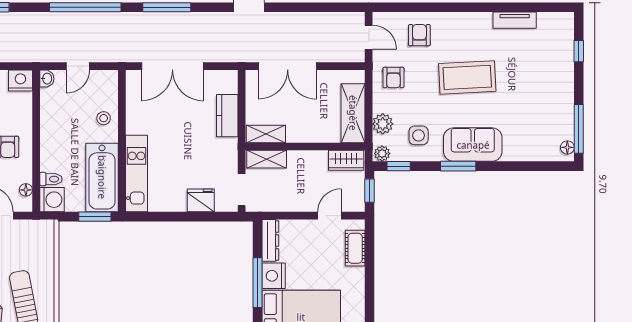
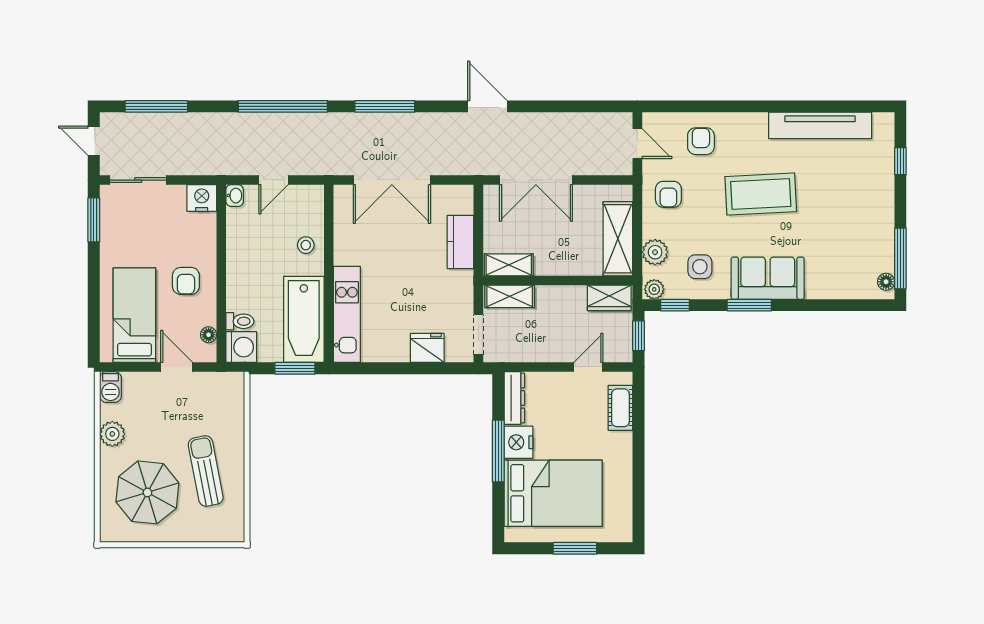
tv unit: (515, 20) -> (820, 125), width x1.92, depth x1.29

